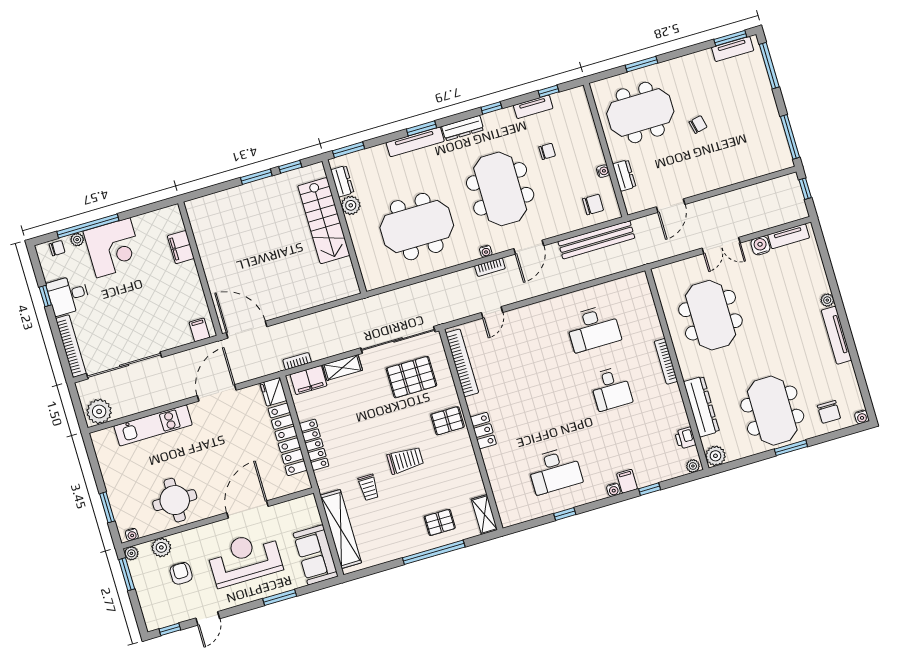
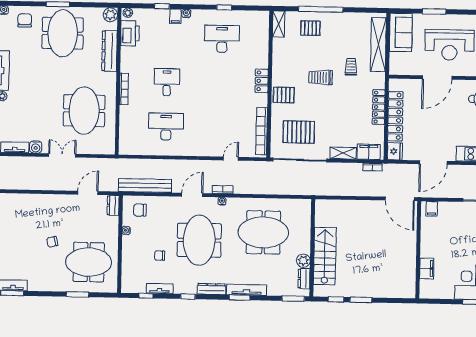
dresser: (624, 175) -> (113, 205), moved
printer: (685, 438) -> (130, 33), width x1.87, depth x1.48

